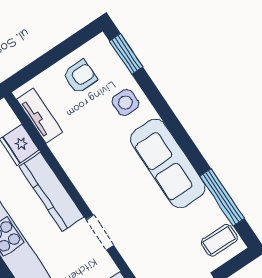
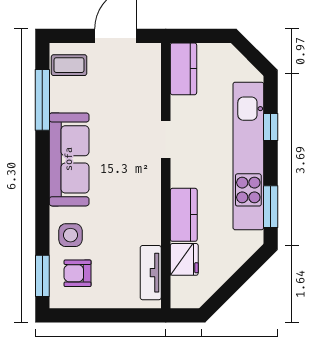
armchair: (80, 76) -> (78, 273), moved
kitchen counter: (51, 192) -> (184, 215), width x0.67

